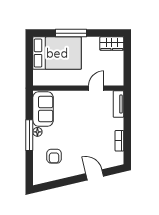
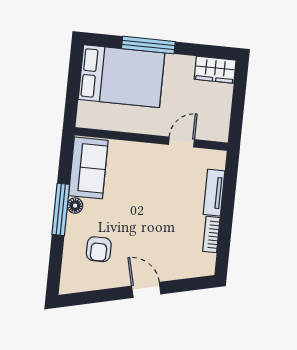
tv unit: (118, 104) -> (214, 193), moved
door: (95, 175) -> (146, 290), moved

